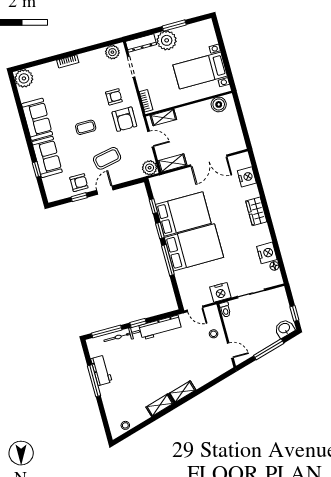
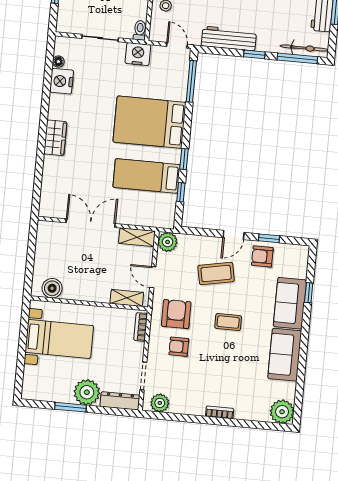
nightstand: (247, 177) -> (51, 185), removed
bed: (183, 214) -> (147, 176), width x0.67
window: (168, 260) -> (191, 81), moved
bicycle: (122, 336) -> (304, 48), moved

